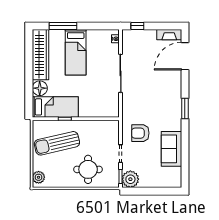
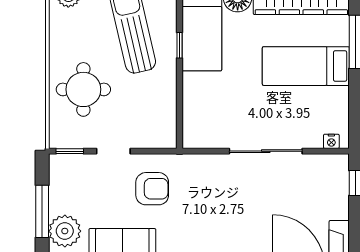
armchair: (140, 133) -> (152, 189), turned 90
plant: (130, 179) -> (65, 231), moved
window: (152, 191) -> (42, 211), added

